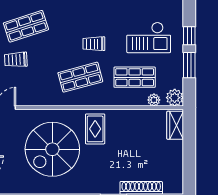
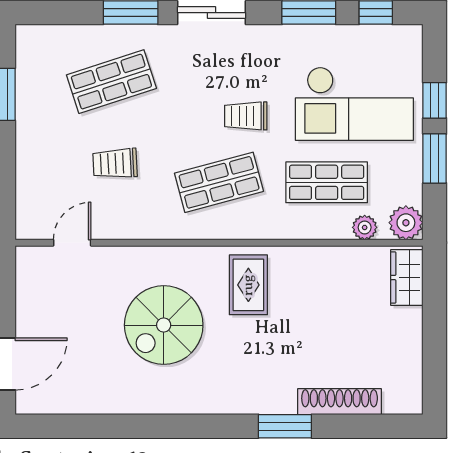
checkout: (149, 37) -> (354, 104), width x1.36, depth x1.21
trolley: (16, 60) -> (115, 163), moved
spiral stairs: (52, 149) -> (164, 325), width x0.73, depth x0.73

